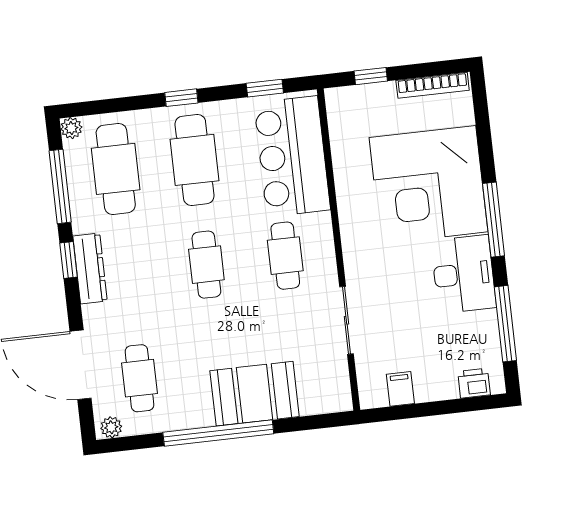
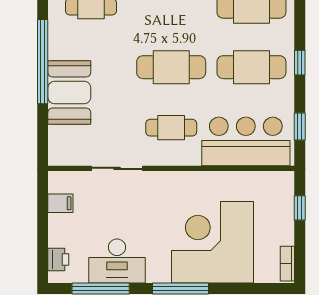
bookcase: (433, 85) -> (287, 264), width x0.64
cafe table: (206, 265) -> (171, 67), width x1.37, depth x1.35
desk: (463, 274) -> (117, 261), moved

